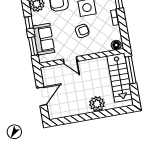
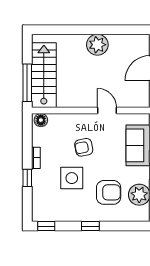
plant: (97, 104) -> (97, 45), moved

